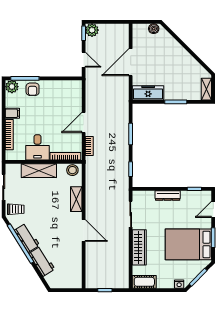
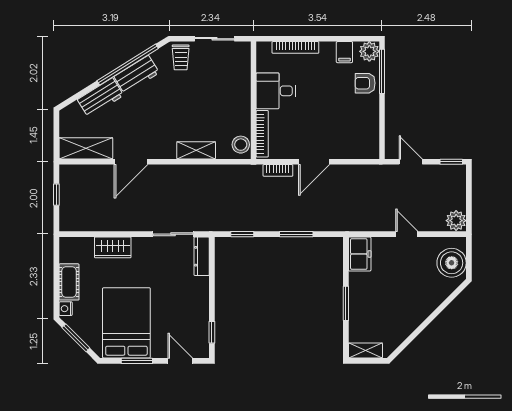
boiler: (154, 29) -> (452, 263), width x1.86, depth x1.86
plant: (92, 30) -> (456, 221), moved
door: (84, 60) -> (411, 162), swing flipped
door: (131, 62) -> (407, 234), width x0.53
freezer: (148, 93) -> (360, 254), width x0.71
filing cabinet: (12, 113) -> (344, 52), moved
door: (84, 122) -> (314, 162), swing flipped
shelving: (39, 171) -> (86, 148), moved, turned 90
dresser: (168, 196) -> (202, 256), moved
door: (84, 230) -> (131, 162), moved
wardrobe: (139, 247) -> (113, 247), width x0.67
cot: (144, 282) -> (69, 282), moved

